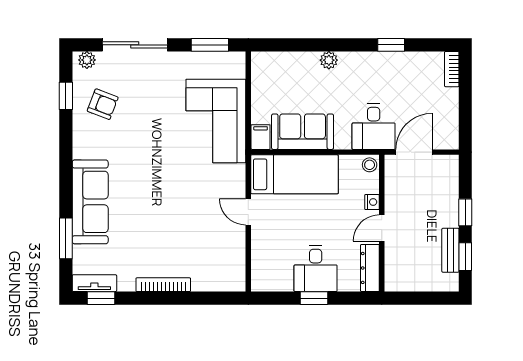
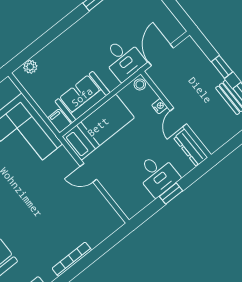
plant: (329, 60) -> (30, 67), moved

